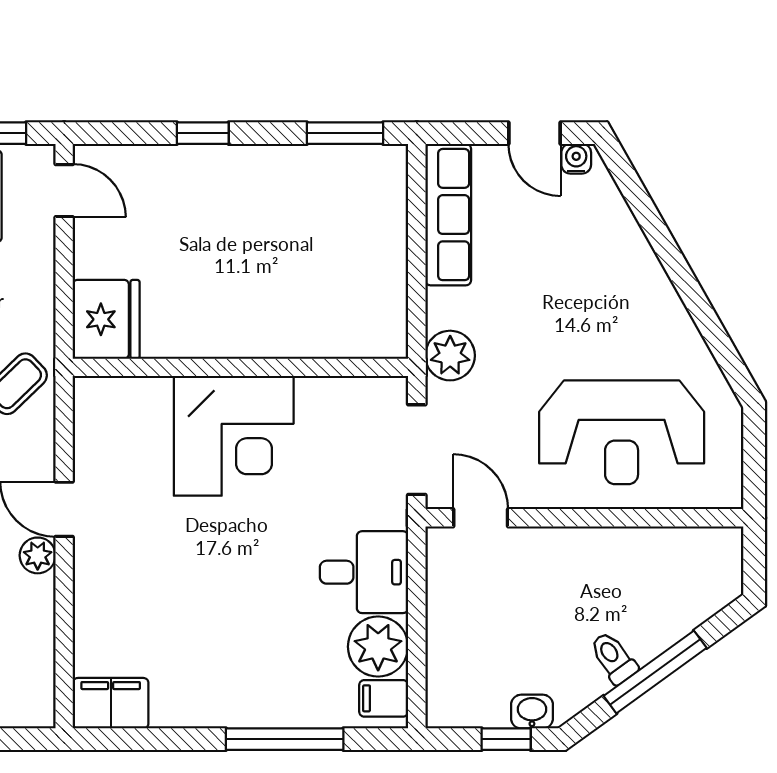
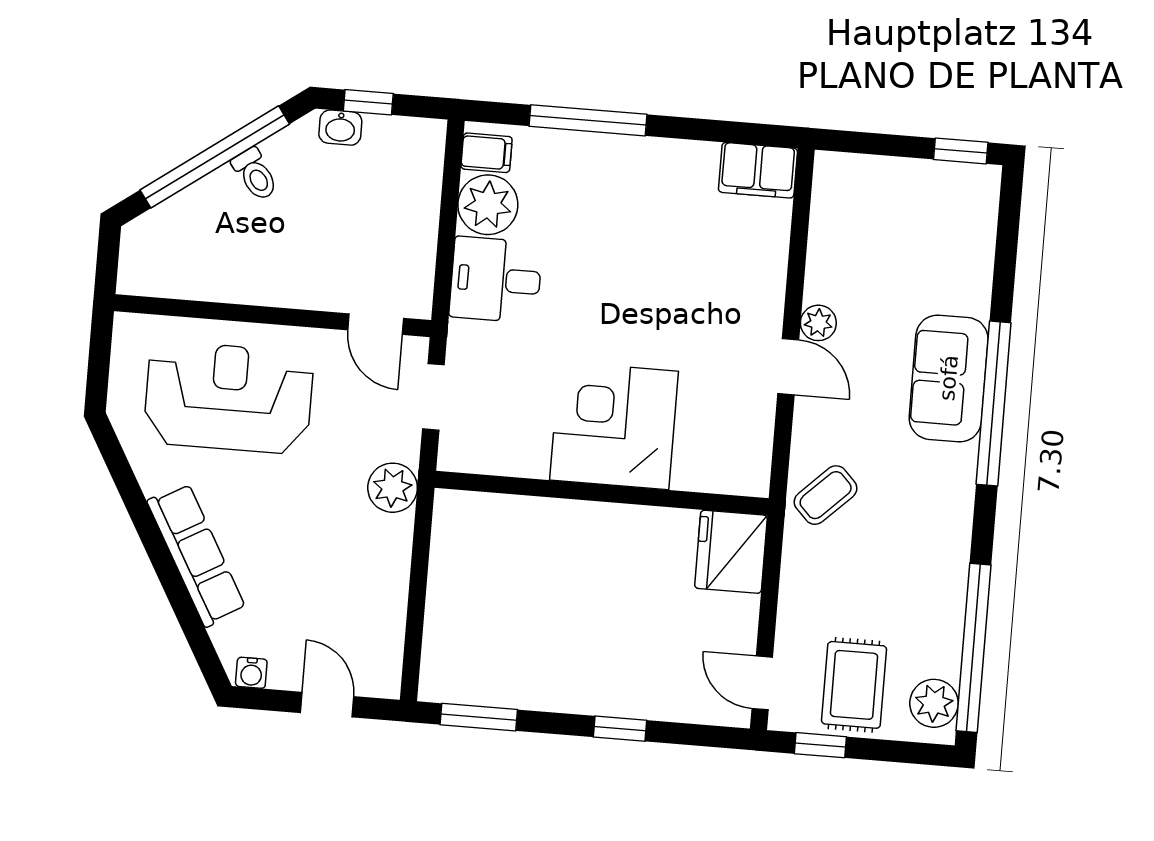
door: (535, 133) -> (327, 705), moved
row of seats: (448, 215) -> (196, 555), moved, turned 151
doorway: (417, 450) -> (433, 397), width x0.73
window: (655, 672) -> (215, 157), width x1.46

